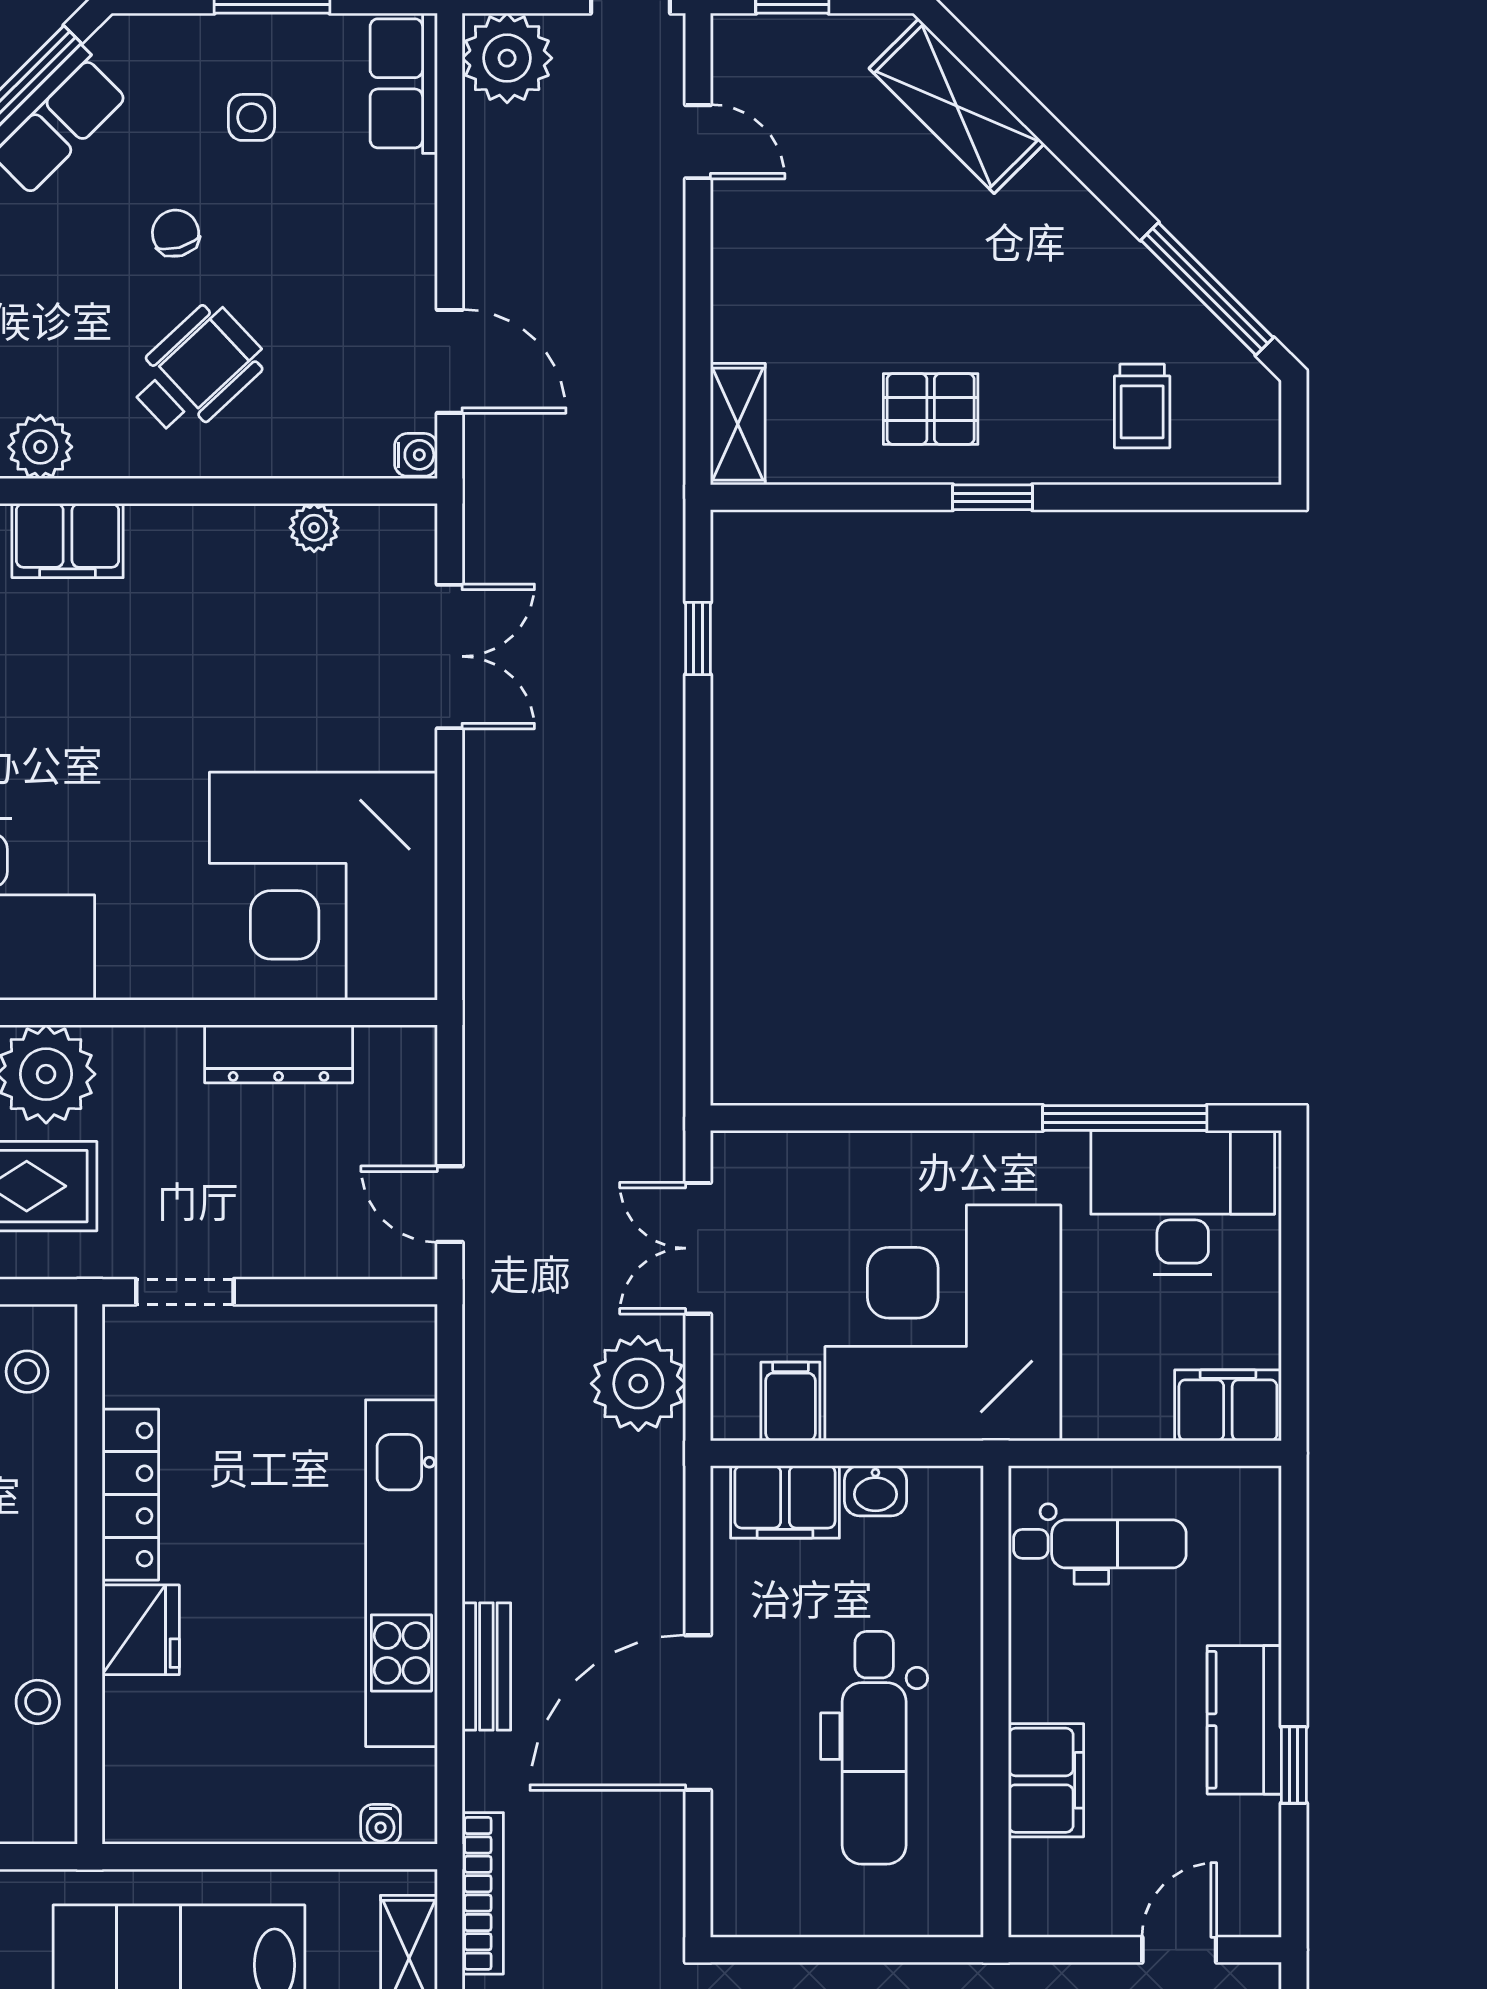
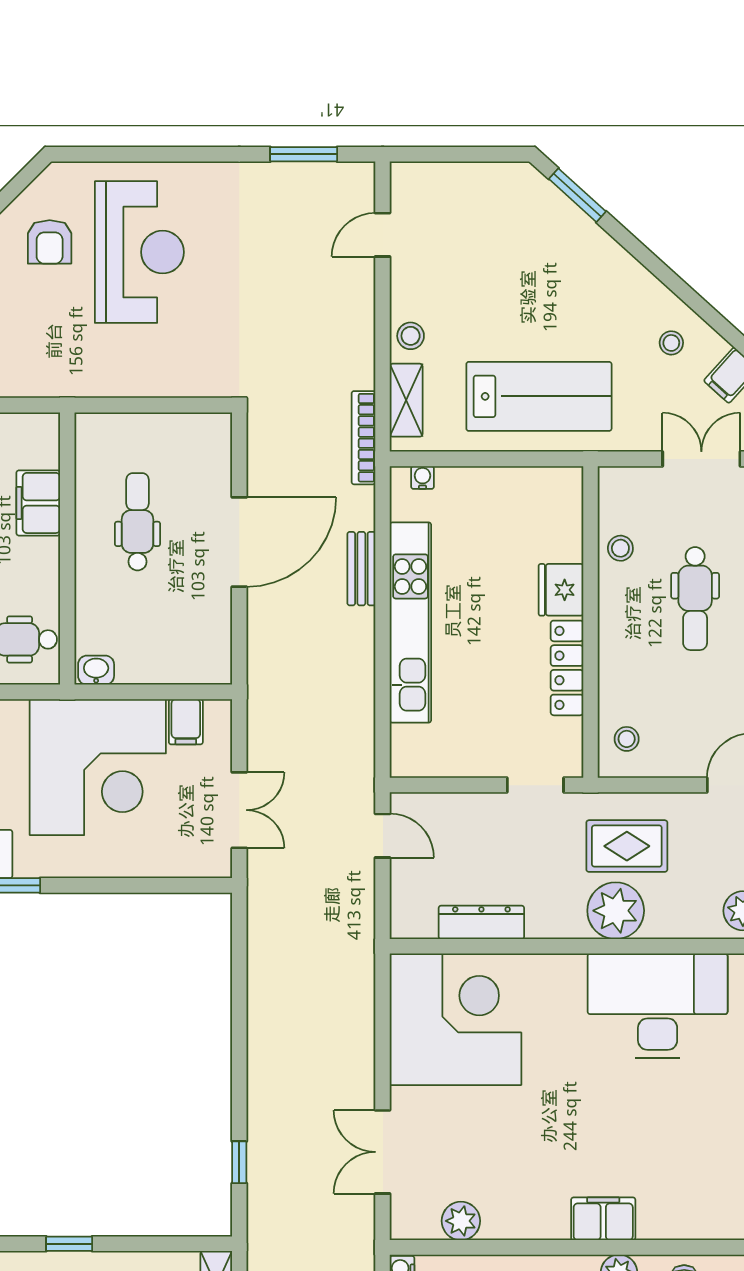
plant: (314, 528) -> (461, 1221), width x1.38, depth x1.38
plant: (638, 1384) -> (274, 732), removed
washbasin: (875, 1491) -> (96, 670), moved
filing cabinet: (785, 1502) -> (189, 664), removed
dental chair: (874, 1748) -> (137, 522), width x0.73, depth x0.72

